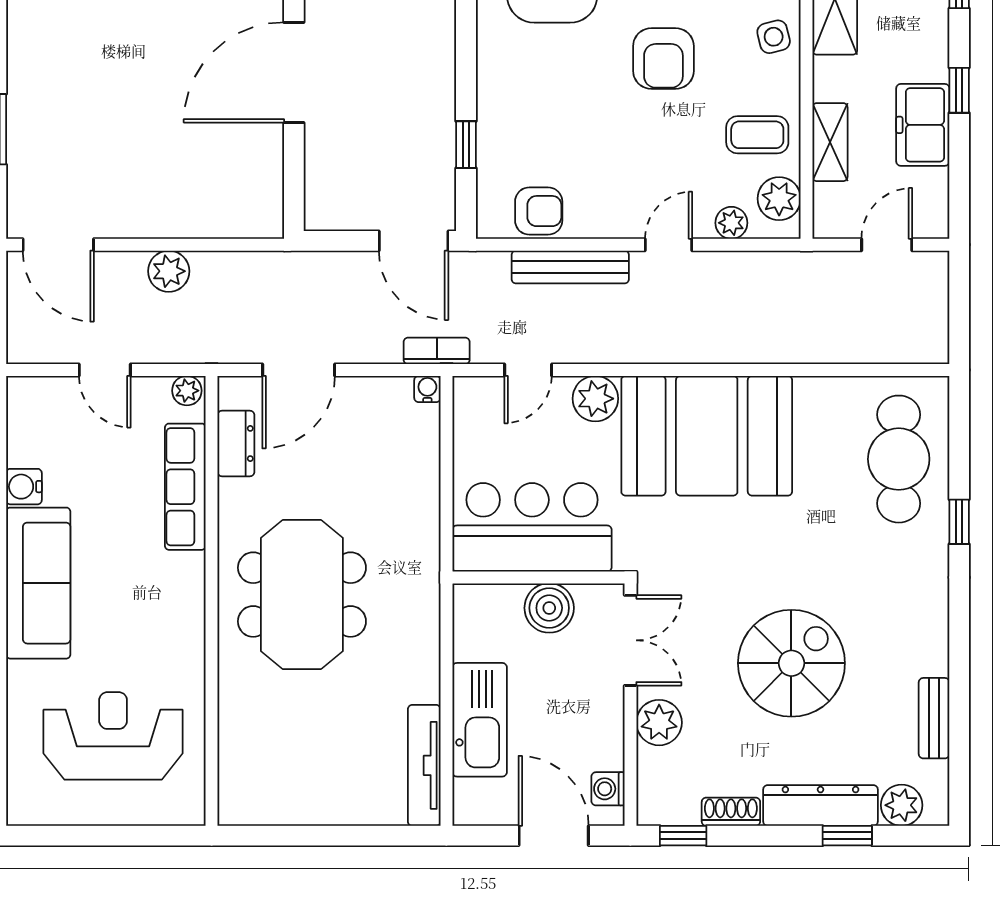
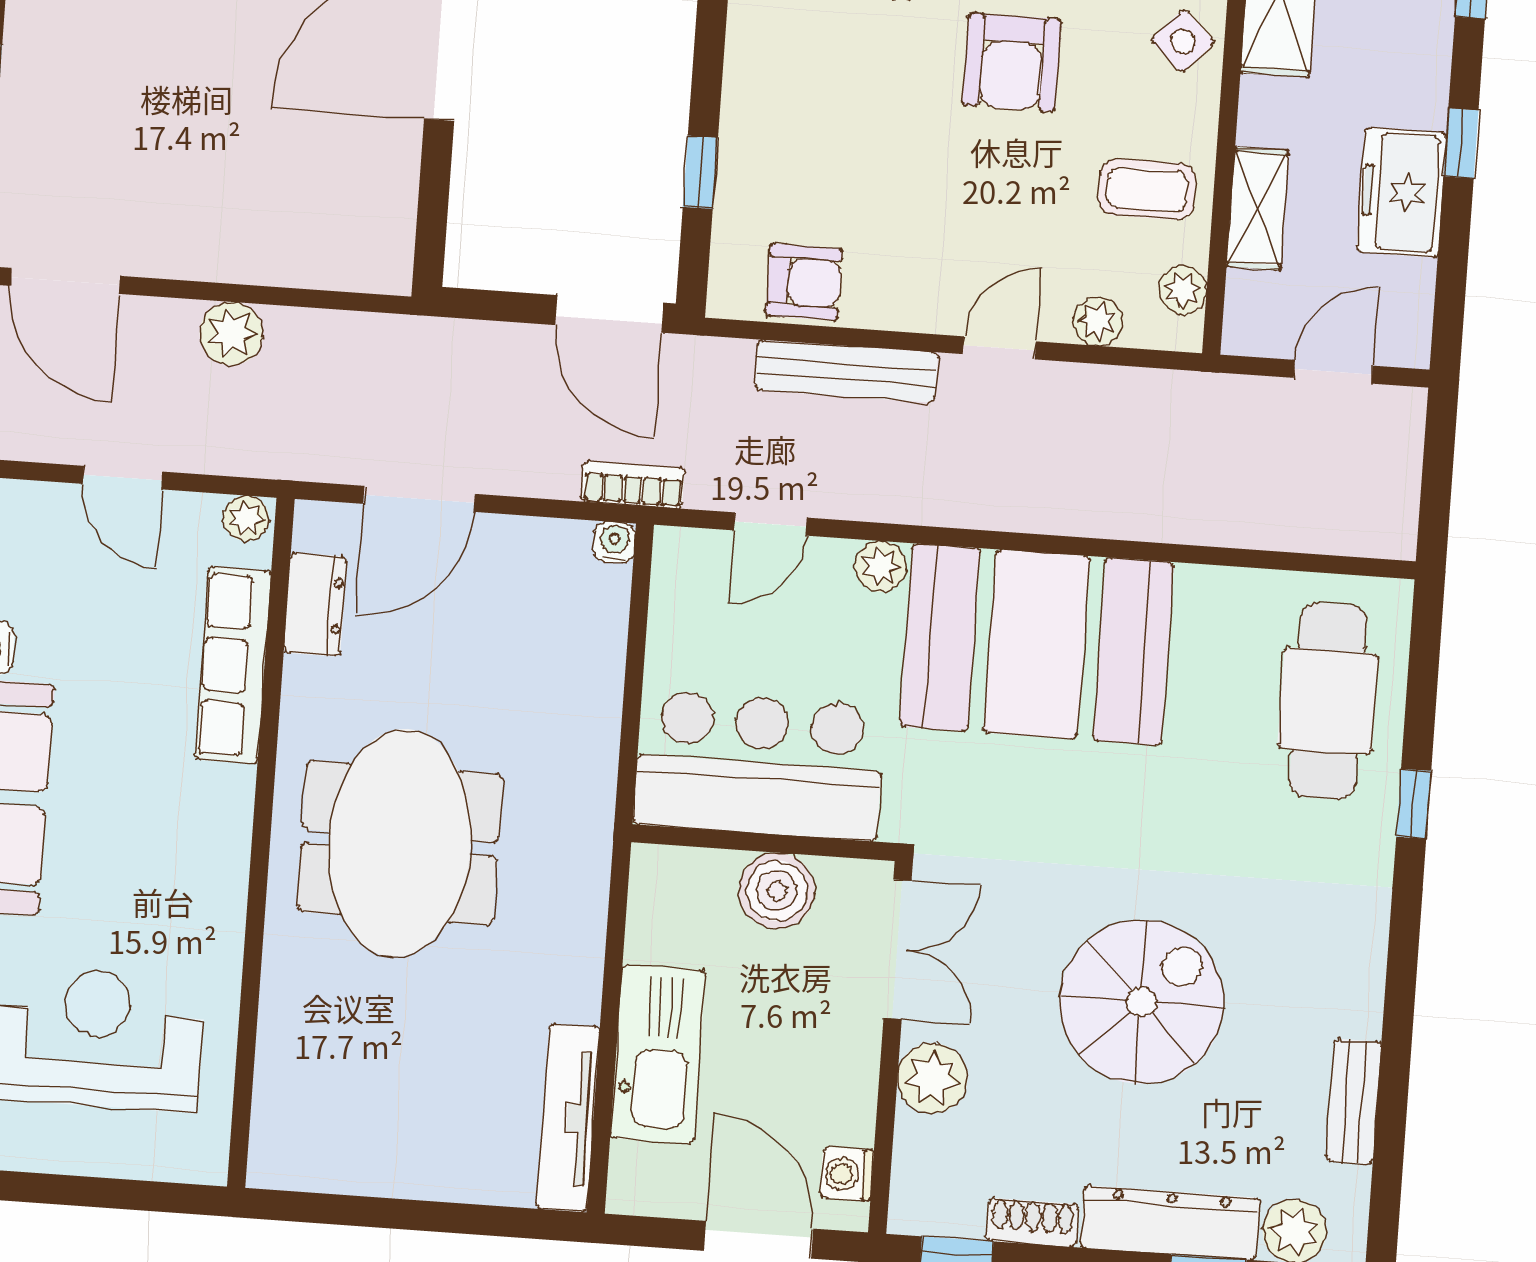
side table: (774, 37) -> (1183, 41), turned -33
plant: (779, 199) -> (1183, 290), width x0.73, depth x0.73
plant: (595, 399) -> (881, 566), width x0.73, depth x0.73

